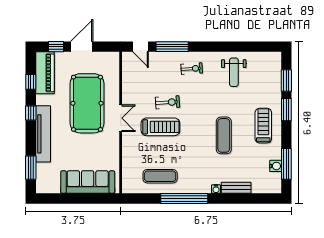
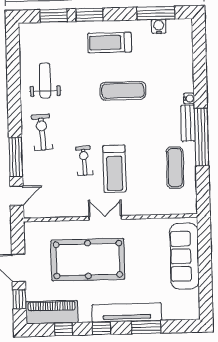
exercise bike: (192, 69) -> (42, 132), width x1.38, depth x1.39
weight bench: (234, 72) -> (45, 80), turned -90
treadmill: (160, 127) -> (114, 169), turned 180
window: (31, 168) -> (146, 327), moved
bench: (236, 188) -> (188, 123), moved

